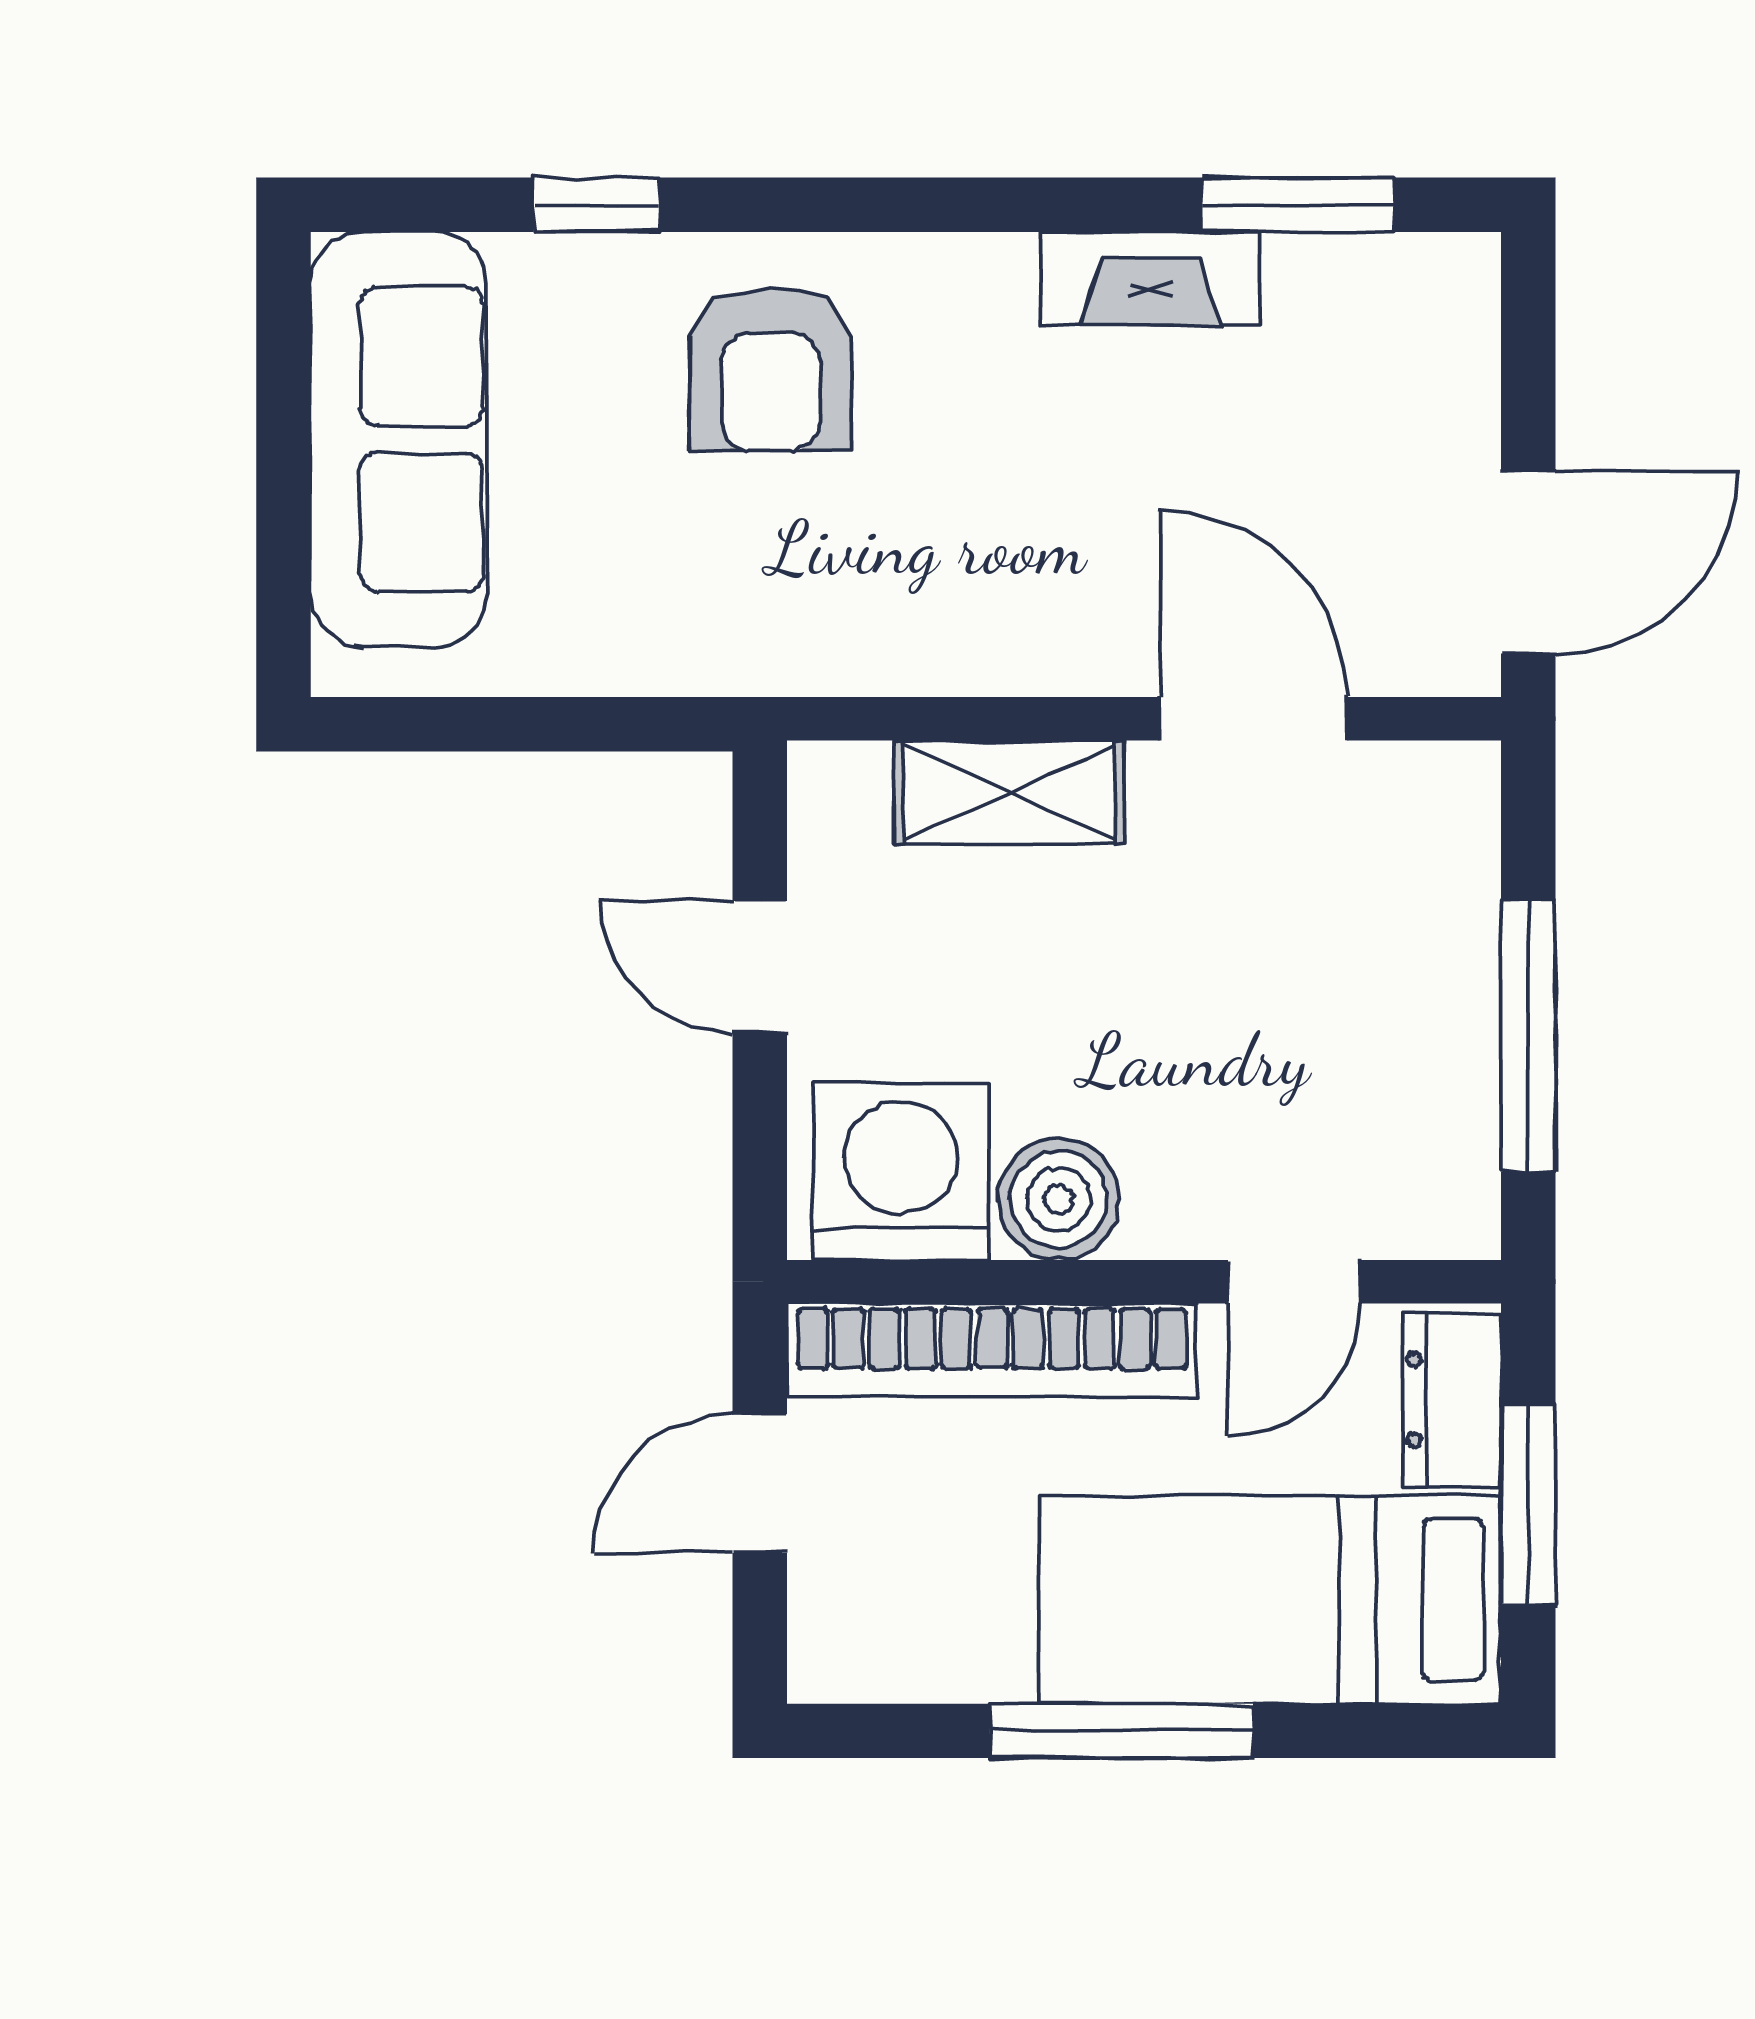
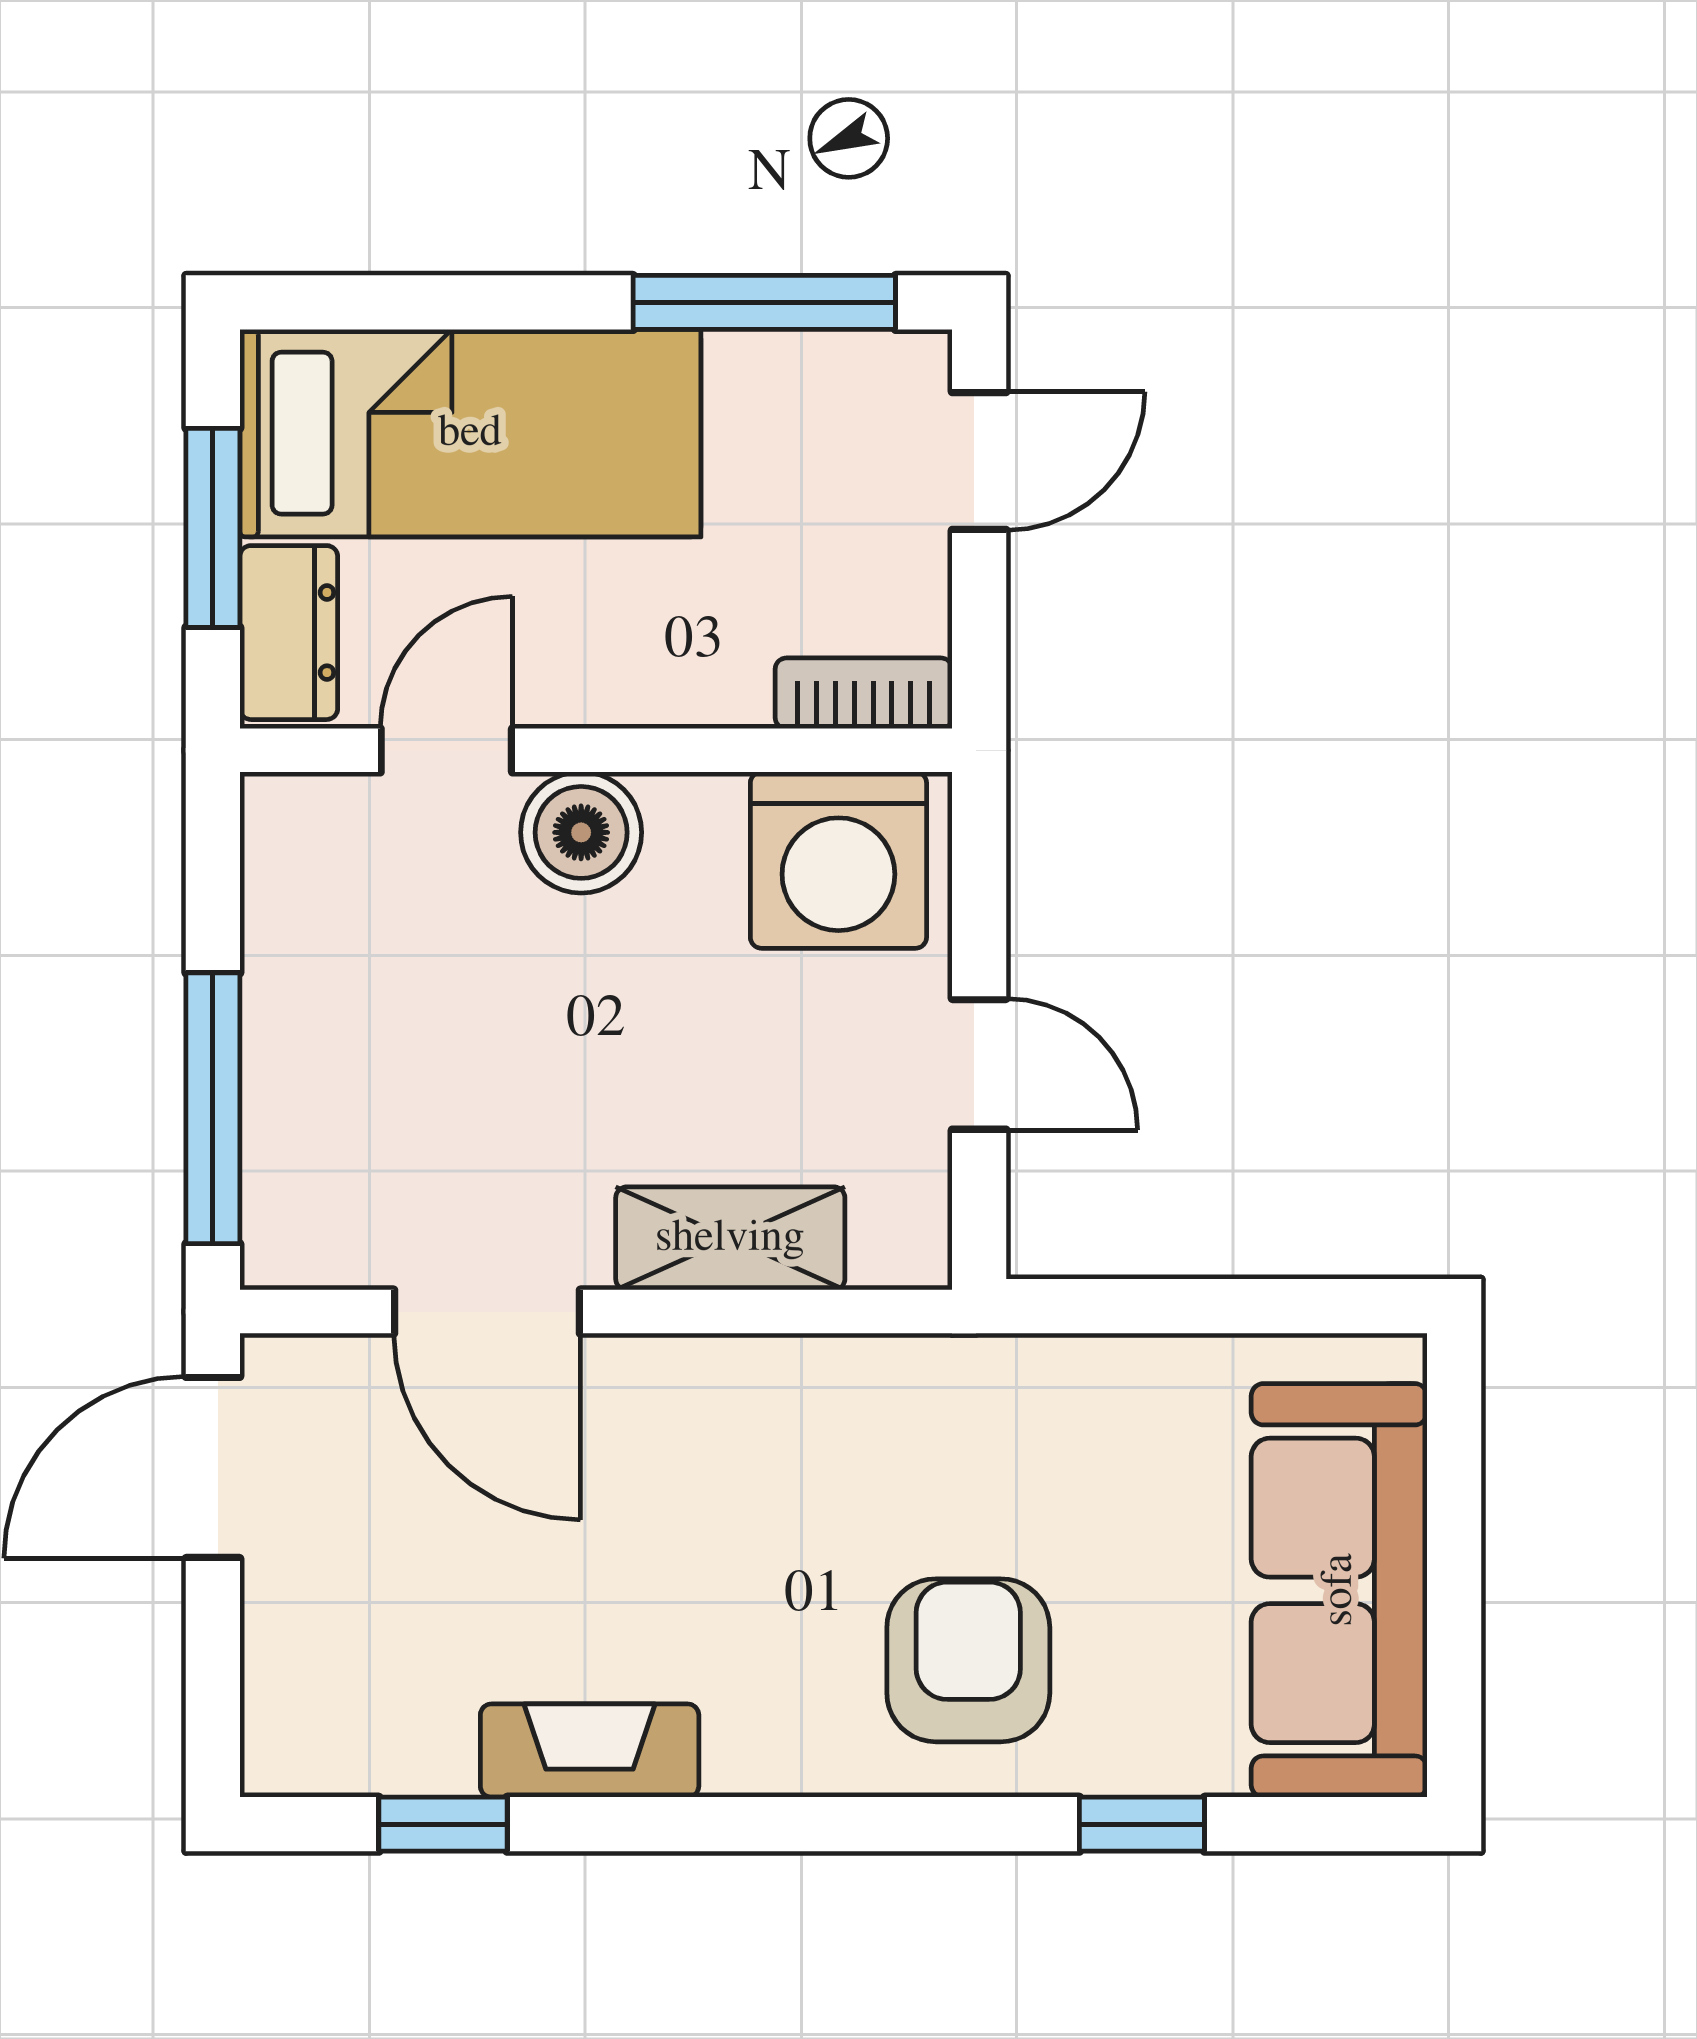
window: (1297, 205) -> (443, 1824), width x0.67
window: (1528, 1035) -> (213, 1108), moved
boiler: (1059, 1199) -> (581, 832), moved
bookcase: (992, 1350) -> (864, 693), width x0.43, depth x0.76
door: (760, 1484) -> (979, 461), moved
window: (1121, 1731) -> (764, 302), moved

